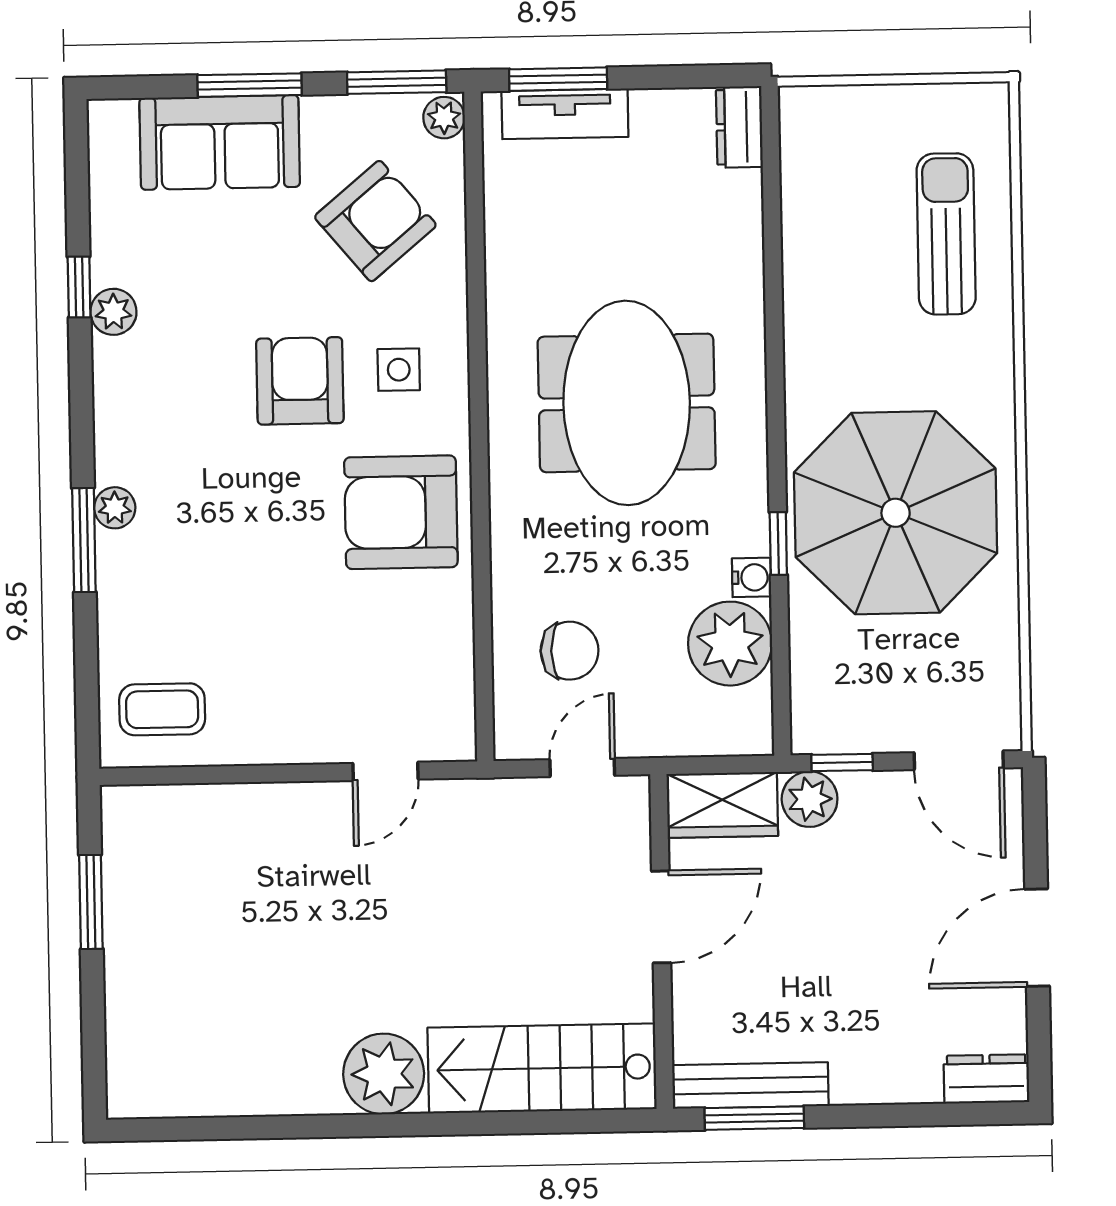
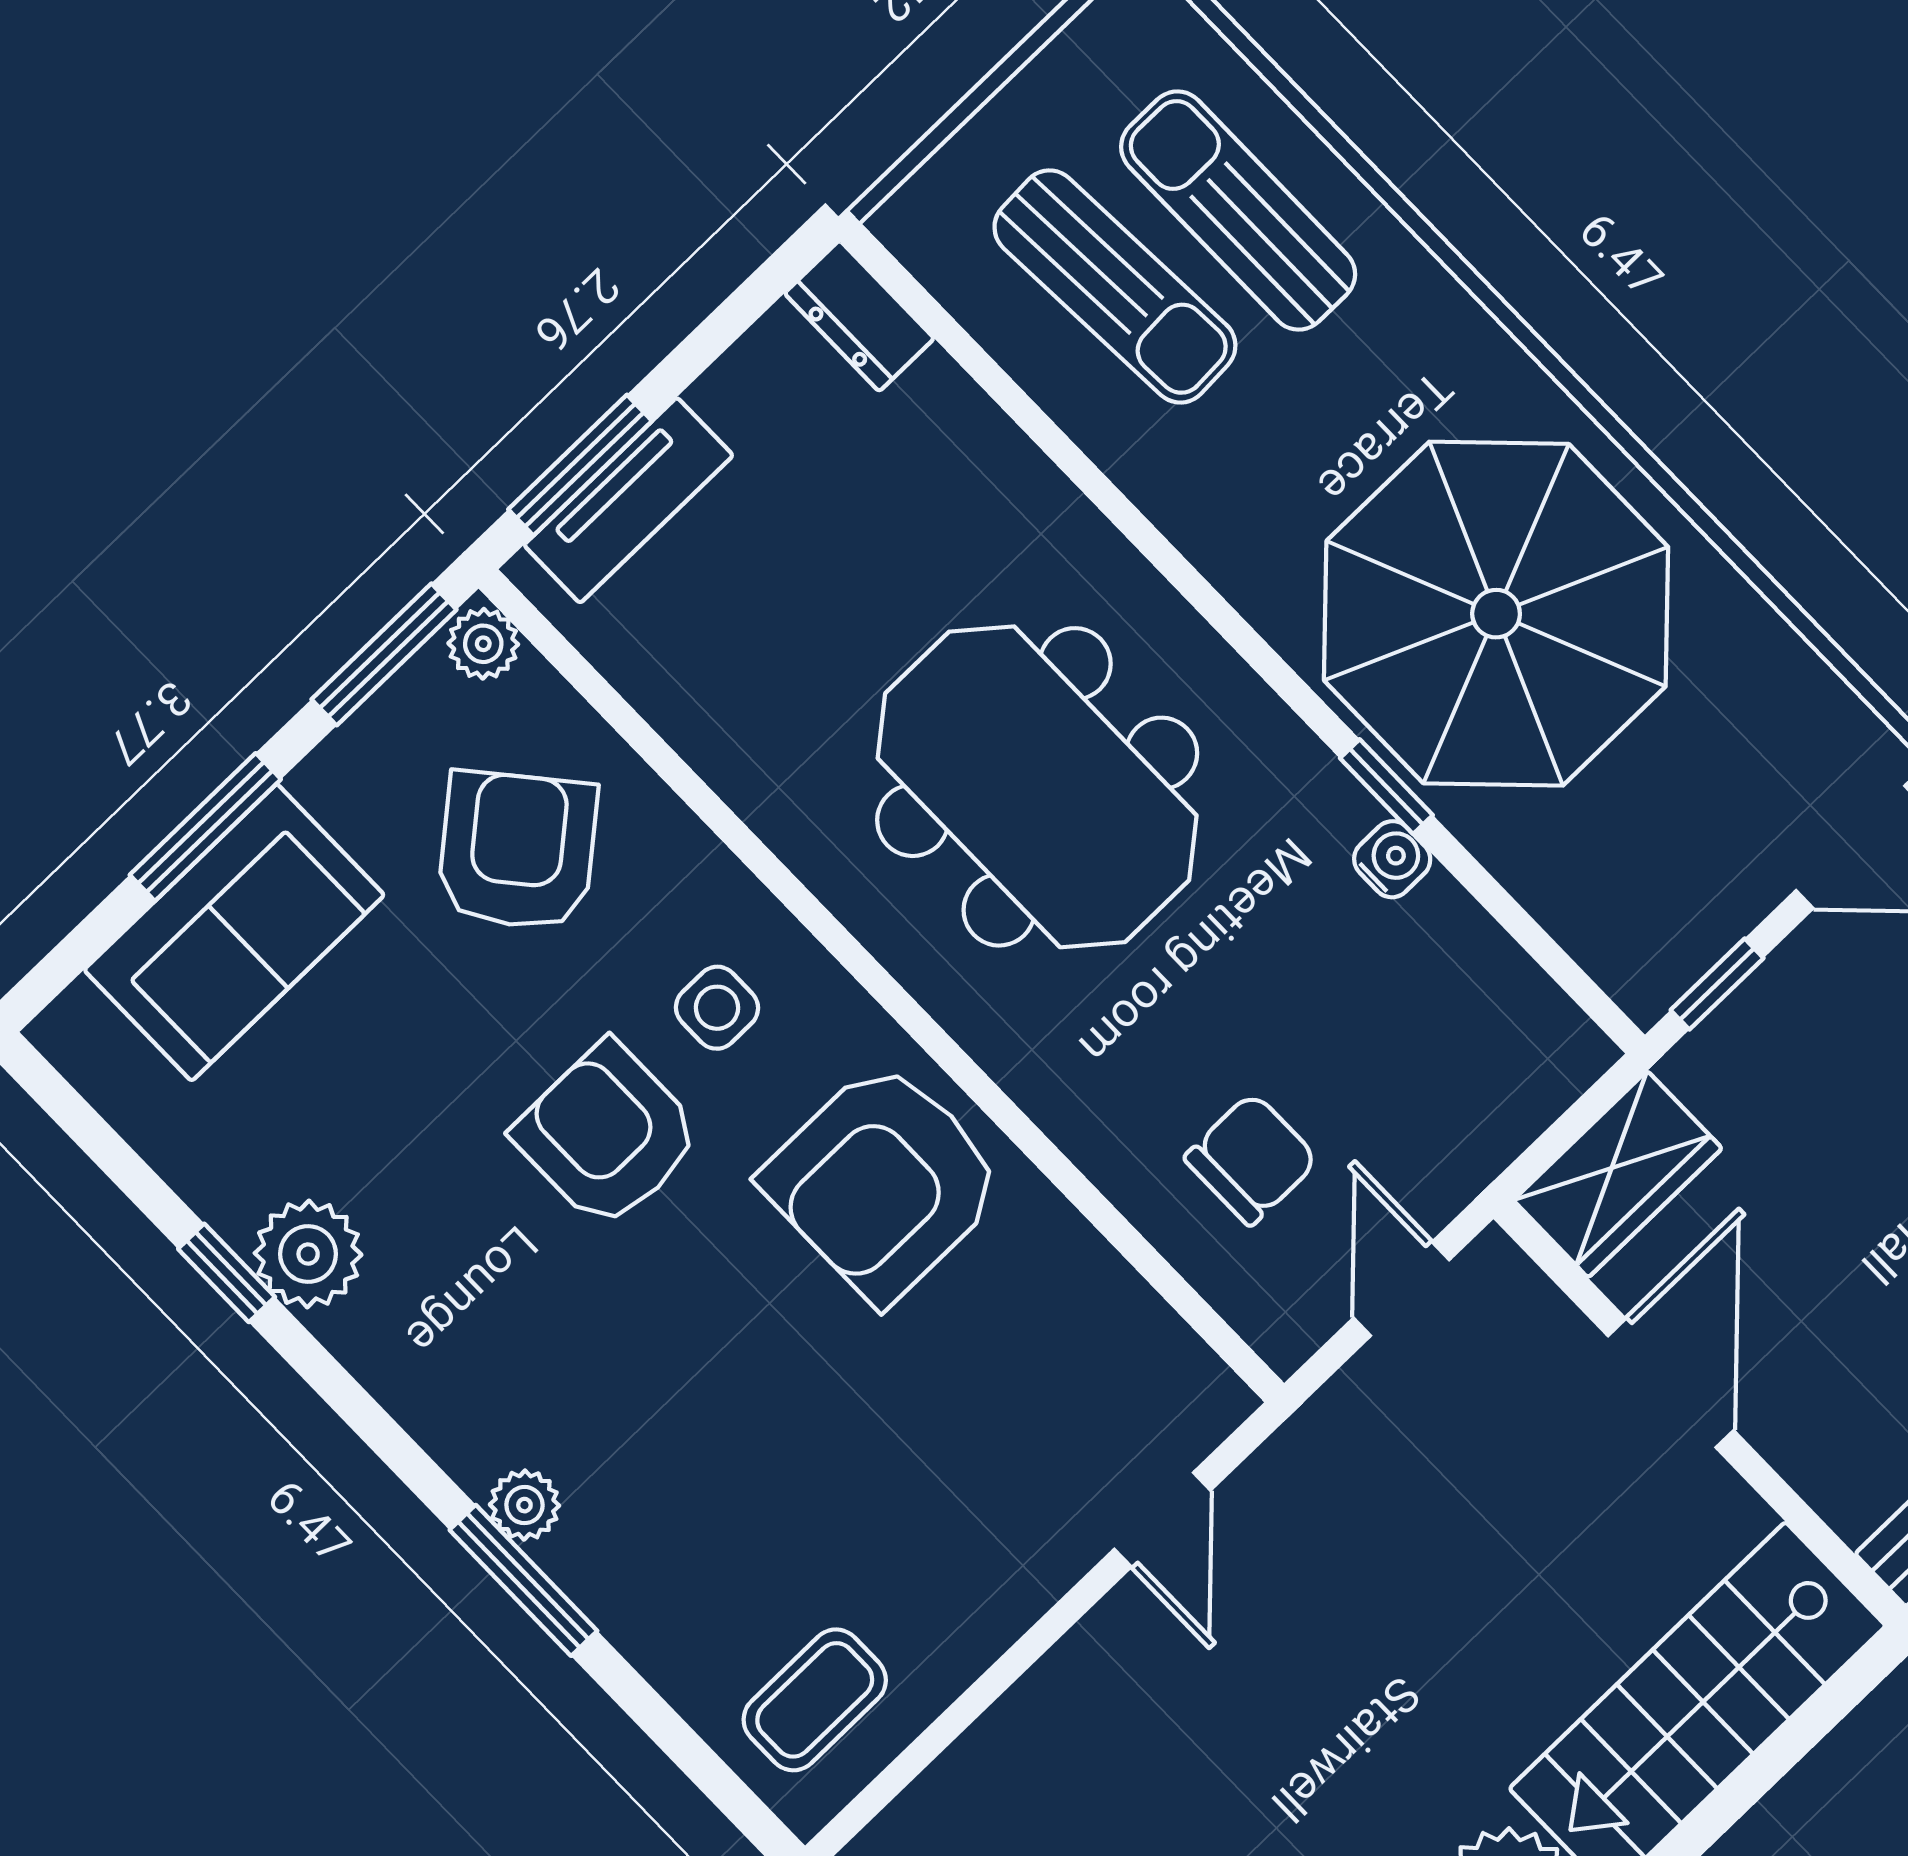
sun lounger: (862, 217) -> (1115, 286), added
plant: (113, 312) -> (308, 1254), width x1.38, depth x1.38
plant: (730, 644) -> (1442, 966), removed
plant: (810, 799) -> (1719, 1067), removed

